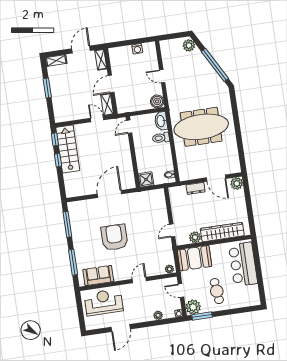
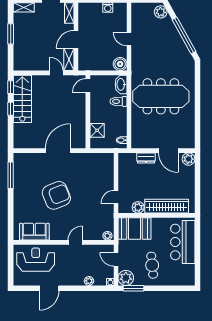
shower: (146, 179) -> (97, 130), moved
armchair: (114, 237) -> (56, 195), turned 68
window: (73, 262) -> (11, 215), removed

